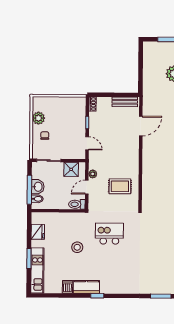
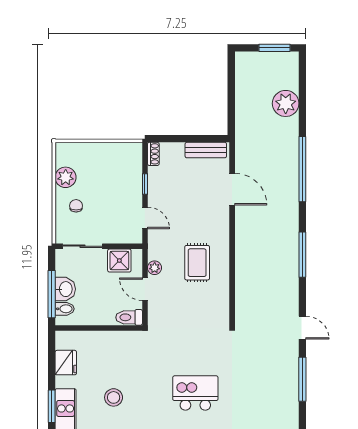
door: (141, 126) -> (232, 189), hinge flipped
rug: (120, 186) -> (197, 263), moved, turned 90
door: (87, 187) -> (145, 289), hinge flipped
kitchen island: (109, 234) -> (195, 393), moved
stool: (77, 247) -> (114, 397), moved

